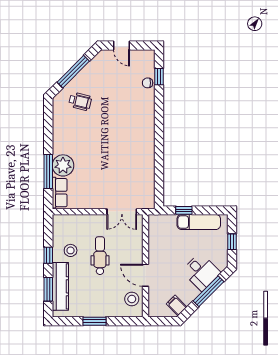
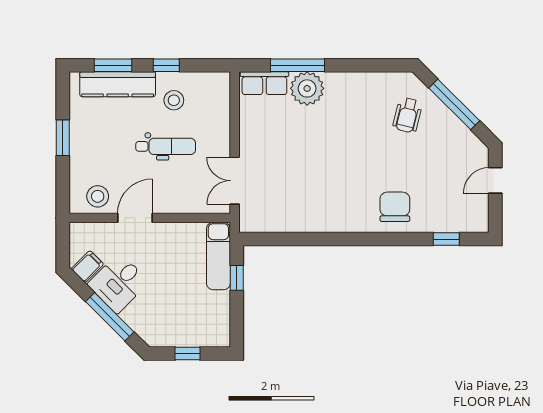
chair: (148, 83) -> (395, 207), moved, width x1.87, depth x1.87
exam couch: (199, 222) -> (218, 256), moved
desk: (201, 272) -> (118, 283), moved

